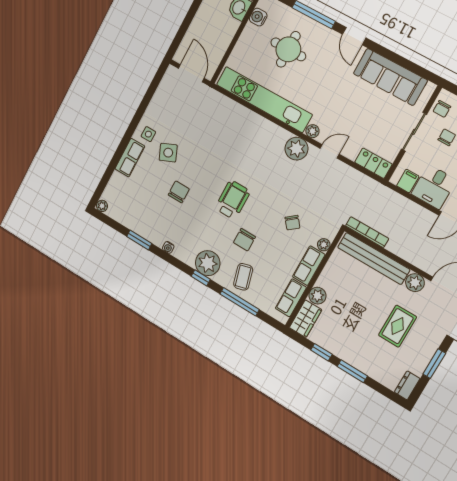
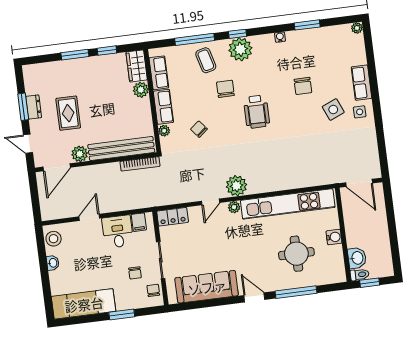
water cooler: (258, 17) -> (334, 237), moved
dresser: (407, 385) -> (34, 107), moved

